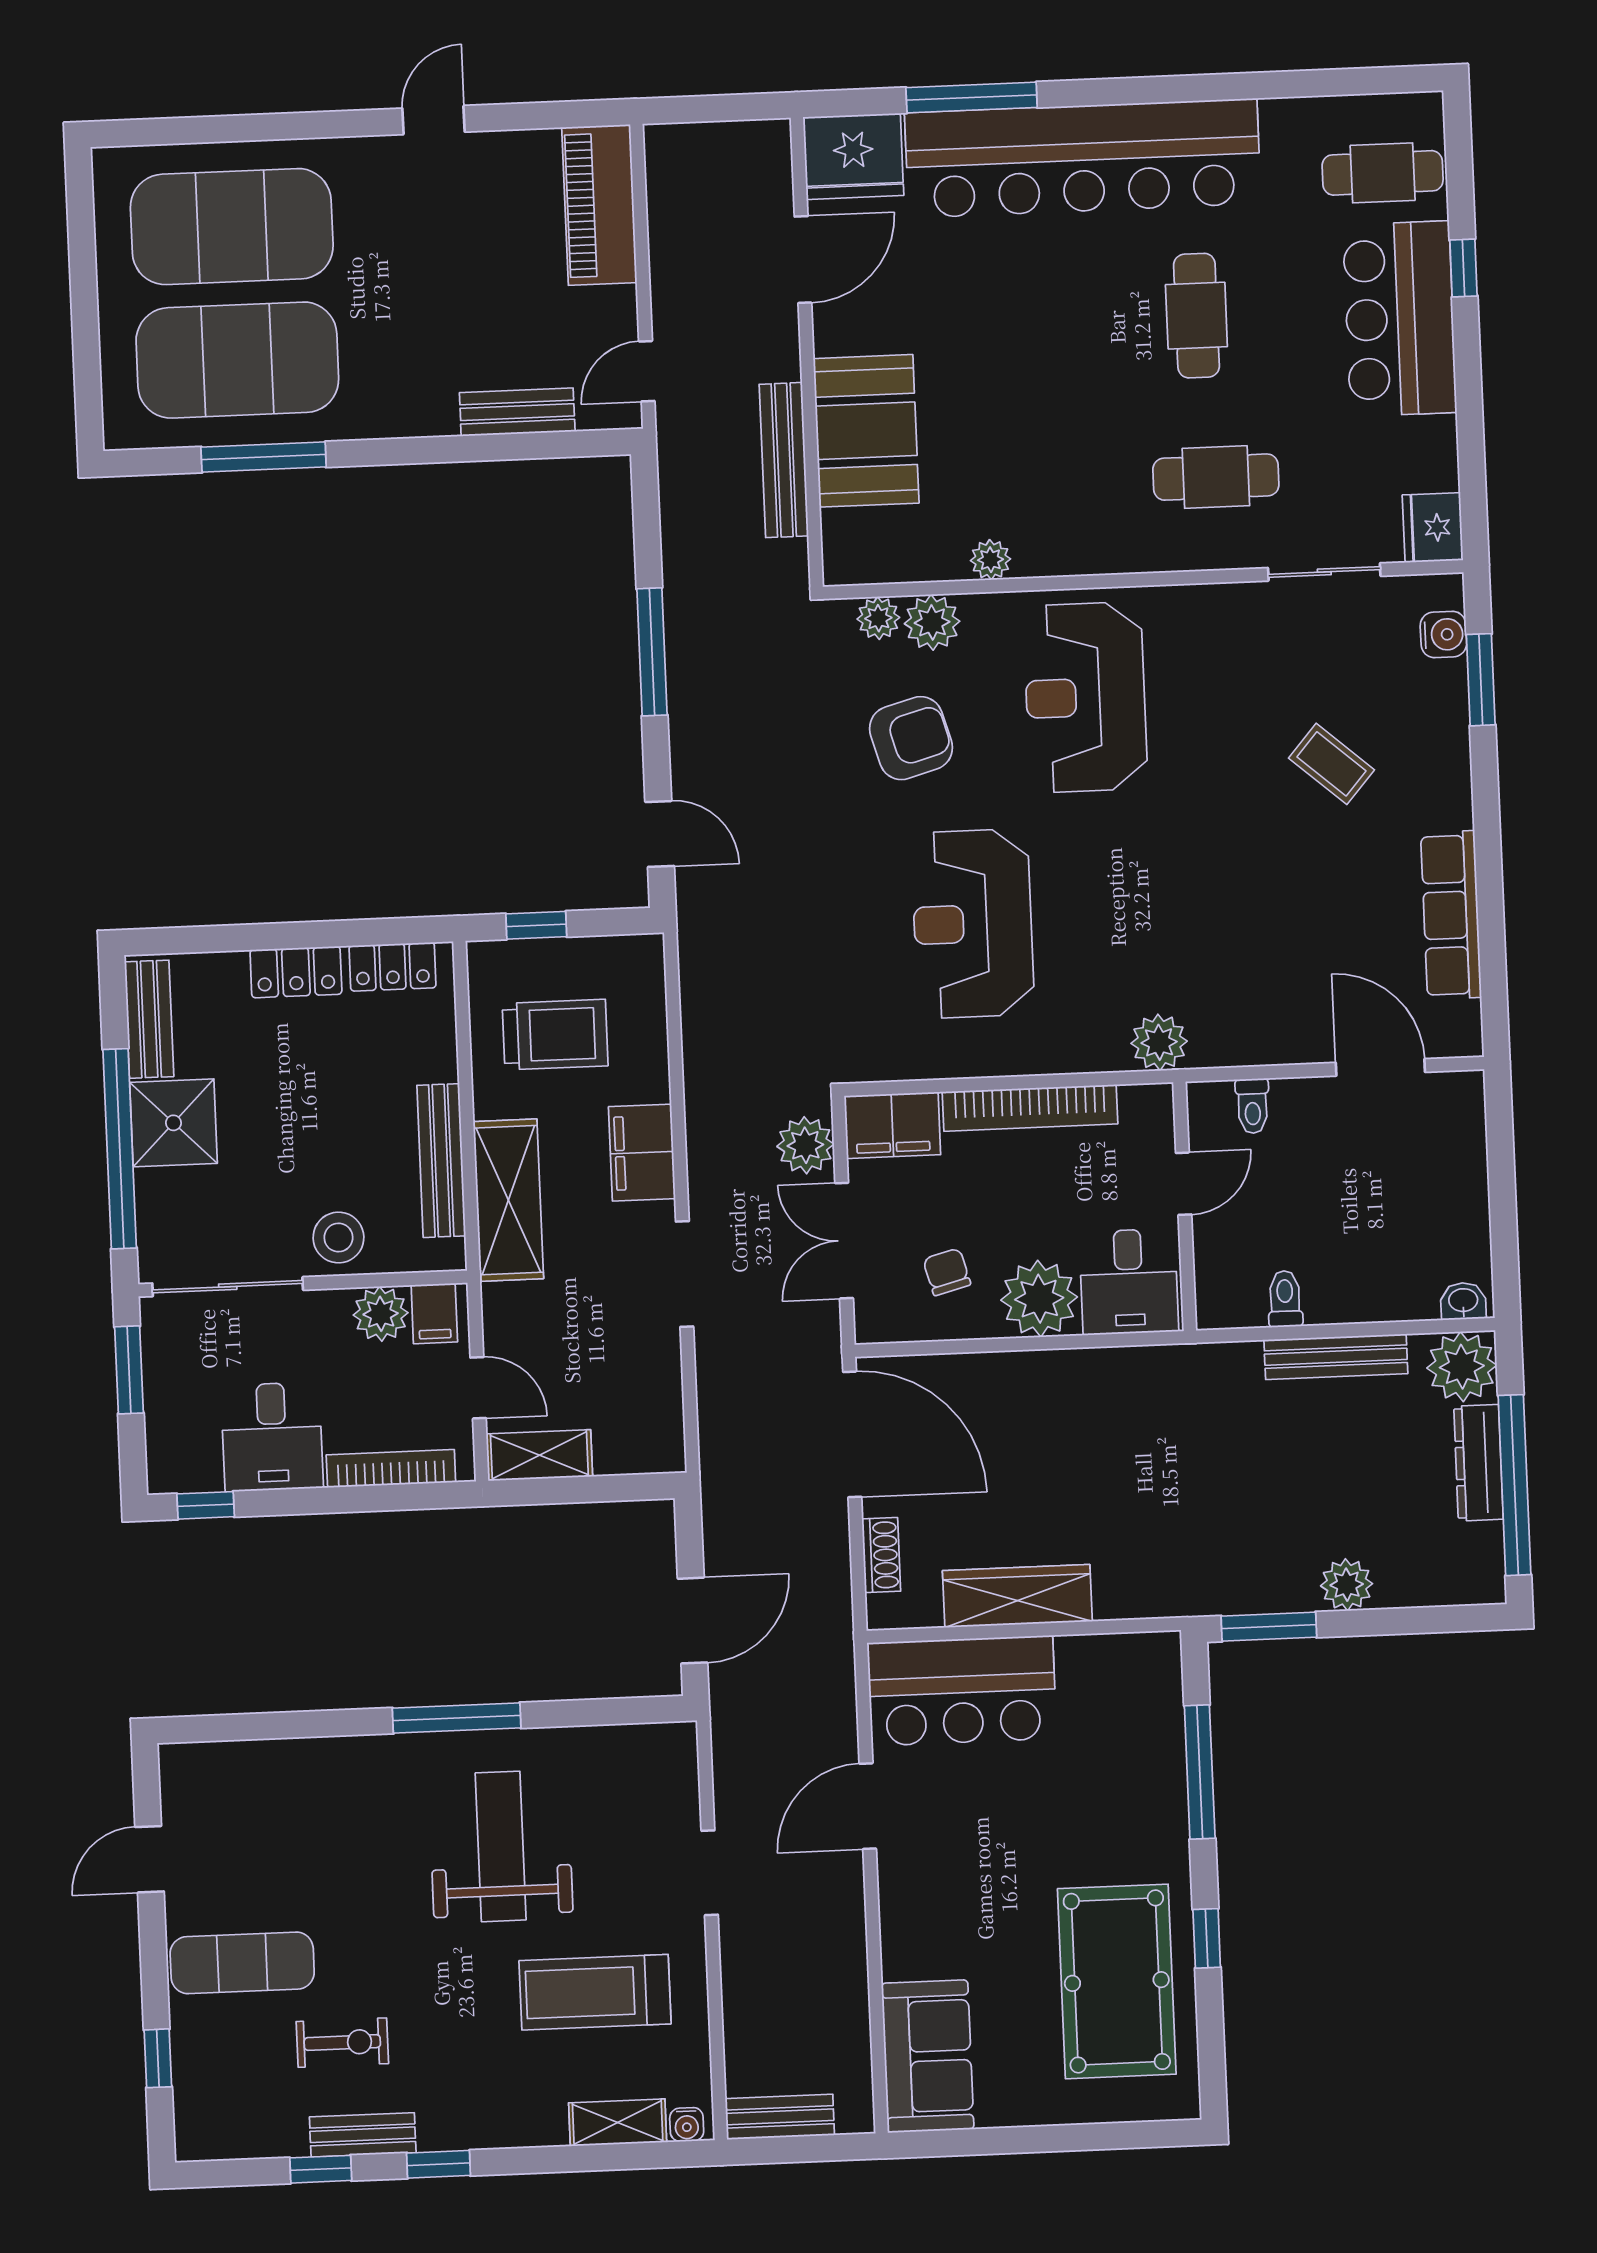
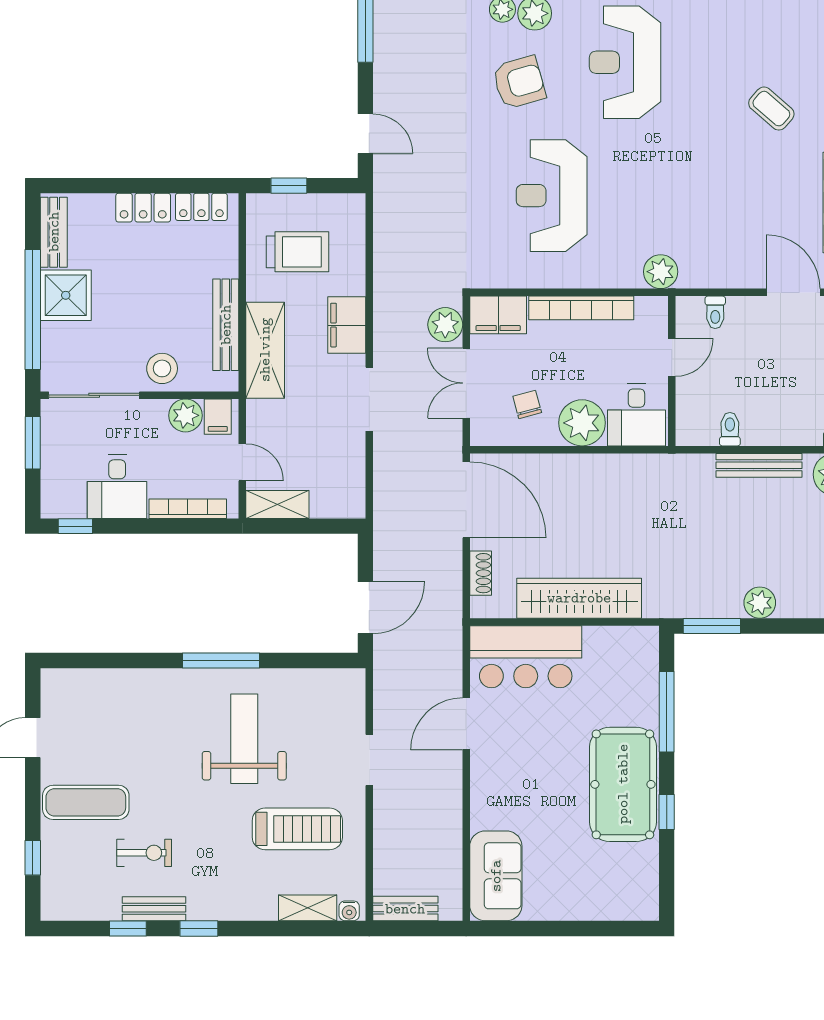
wardrobe: (1017, 1596) -> (579, 598), width x1.40, depth x1.17
pool table: (1117, 1981) -> (623, 784), moved
treadmill: (595, 1992) -> (297, 829), turned 180

